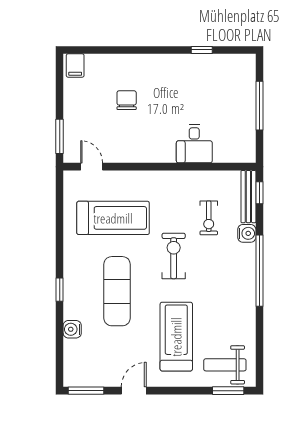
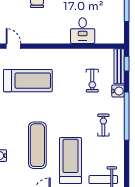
exercise bike: (174, 256) -> (103, 125), moved, width x0.73, depth x0.72
exercise mat: (117, 291) -> (37, 145), moved

